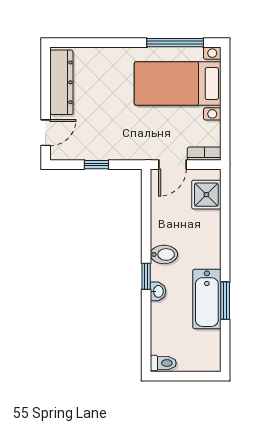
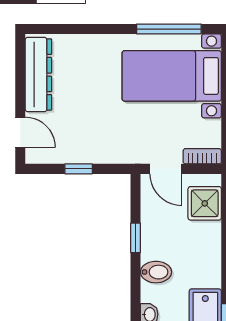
door: (46, 133) -> (20, 132), hinge flipped
door: (172, 165) -> (166, 169), hinge flipped
window: (146, 276) -> (136, 238), moved

